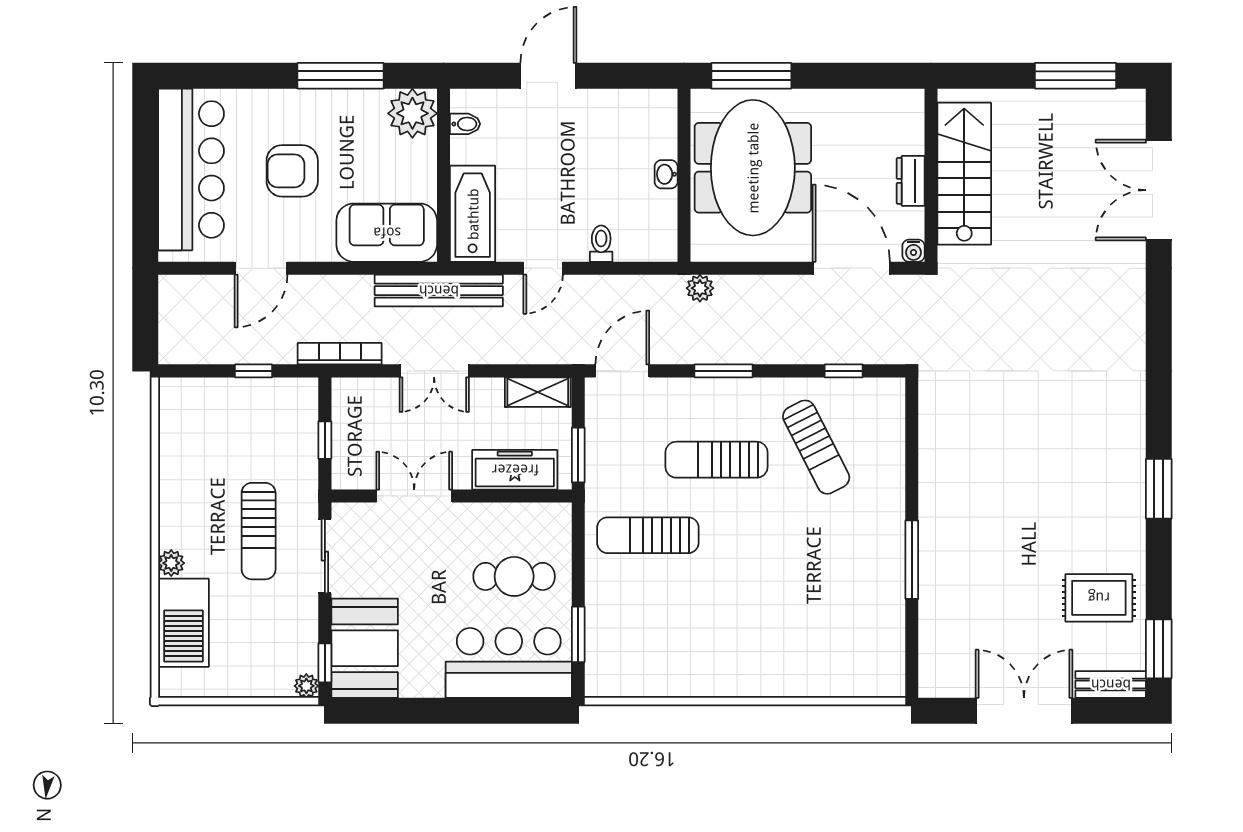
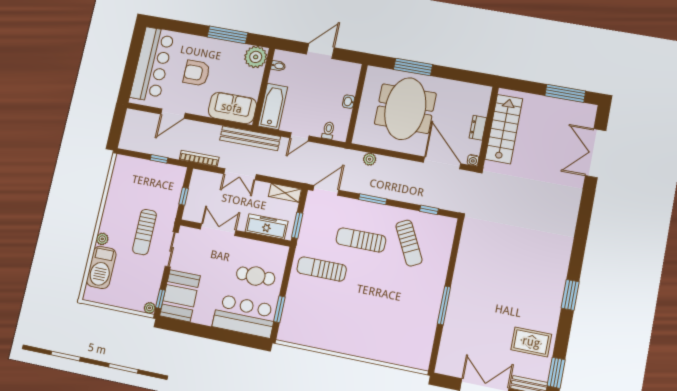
washbasin: (666, 174) -> (349, 102), moved
wall: (684, 175) -> (357, 103), moved

